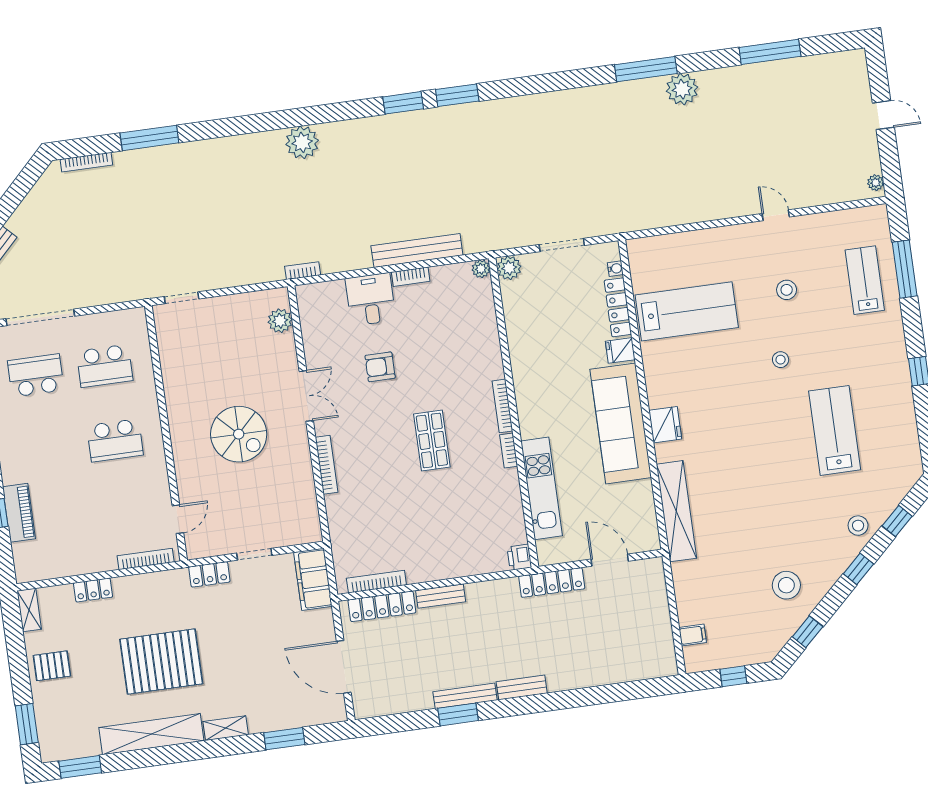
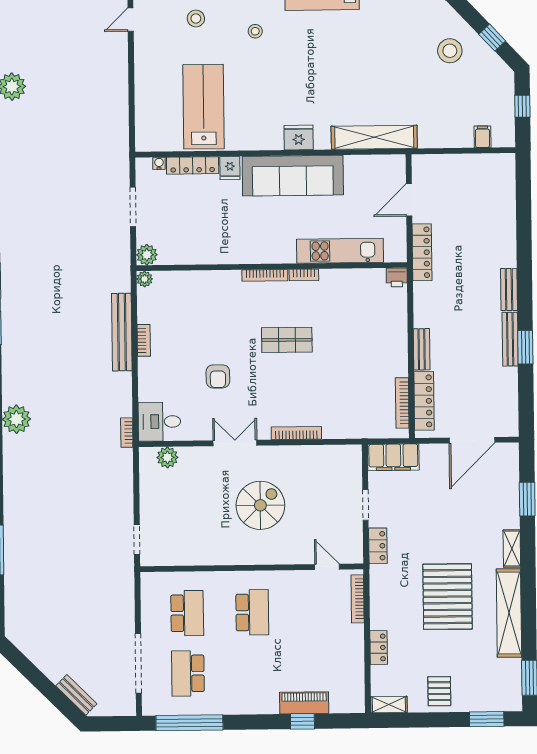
bookcase: (86, 162) -> (10, 607), removed
desk: (371, 299) -> (159, 422), moved

